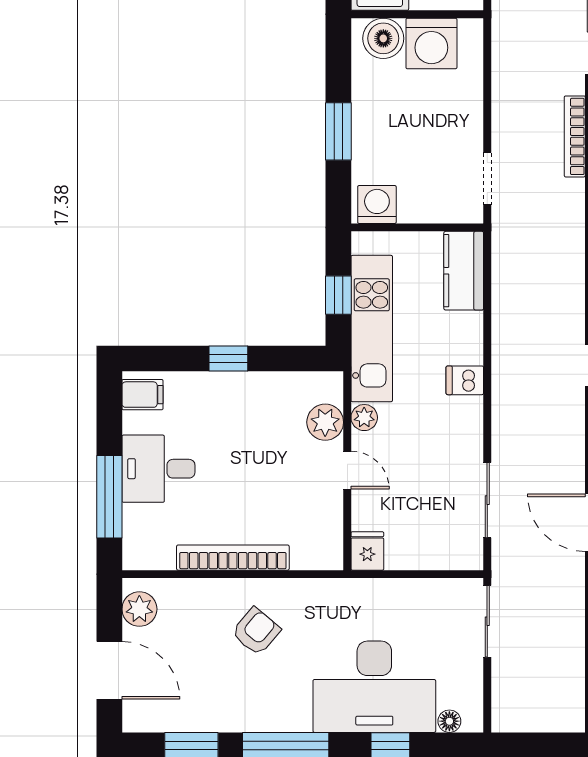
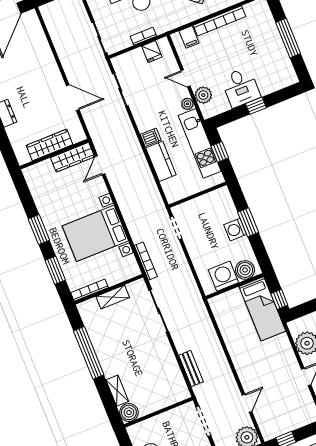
washing machine: (377, 204) -> (235, 230), moved, turned 90
kitchen counter: (464, 271) -> (161, 161), moved
filing cabinet: (142, 395) -> (189, 37), moved, turned -90
desk: (158, 469) -> (241, 87), moved, turned 90
window: (109, 497) -> (288, 38), moved
fridge: (367, 551) -> (152, 52), moved
bookcase: (398, 589) -> (143, 36), added

